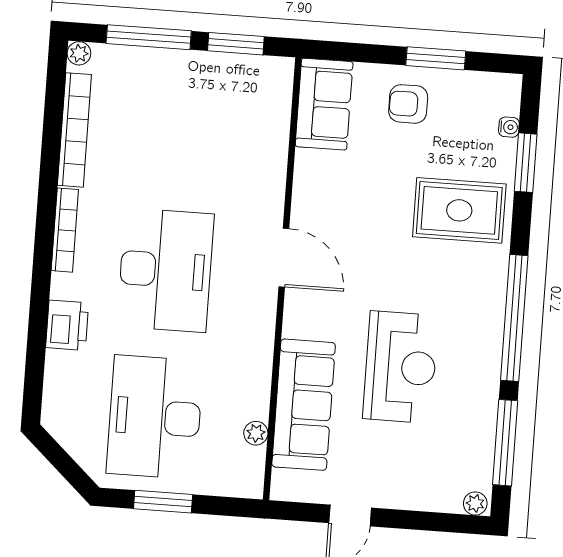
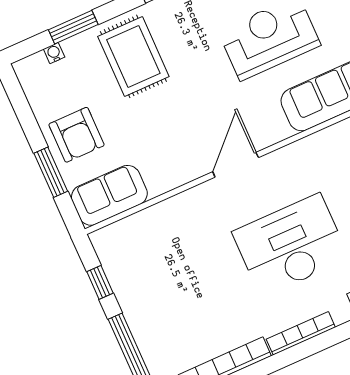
window: (236, 44) -> (100, 282), width x0.67
window: (436, 58) -> (51, 172), moved
armchair: (408, 104) -> (77, 135), width x1.38, depth x1.38

